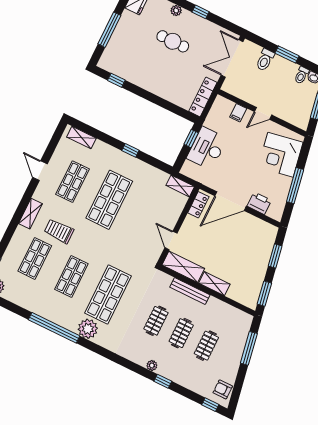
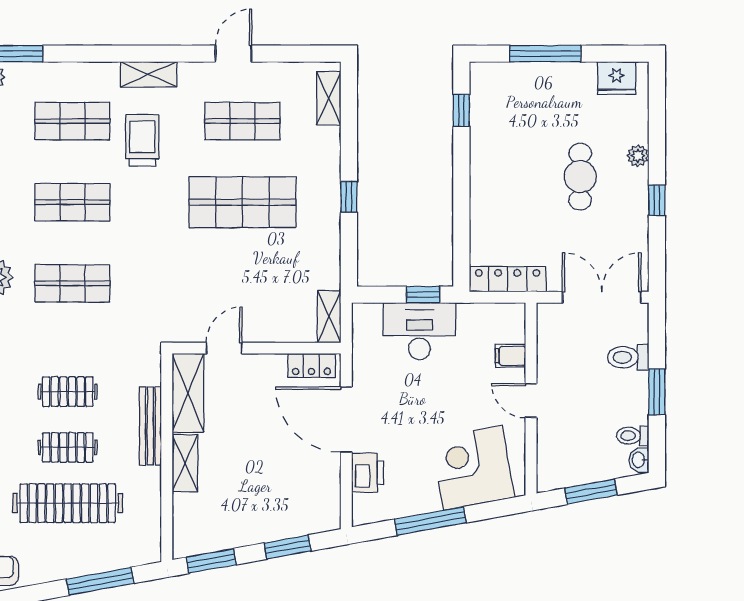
shop shelf: (108, 295) -> (72, 283), width x0.70, depth x0.74
clothes rail: (206, 346) -> (68, 503), width x1.86, depth x1.31

